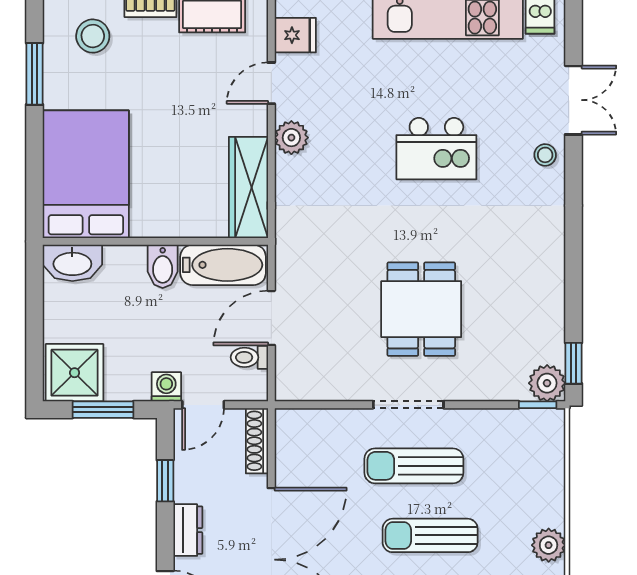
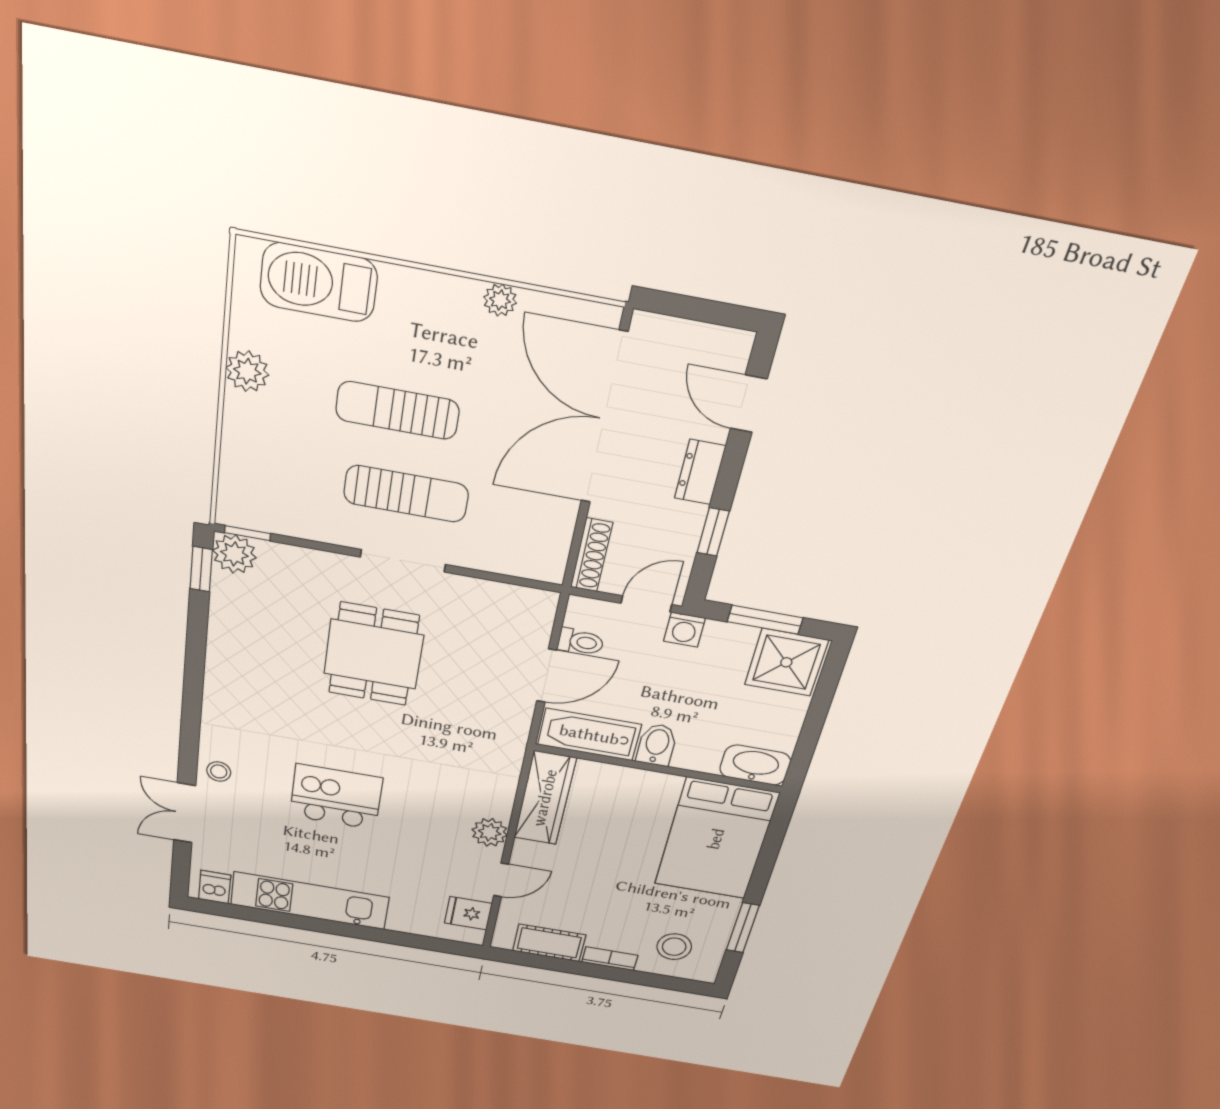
sun lounger: (430, 535) -> (397, 410), turned 180

